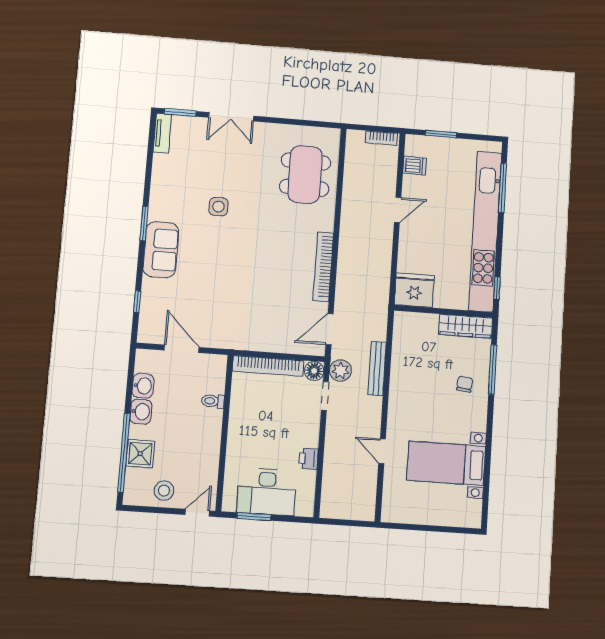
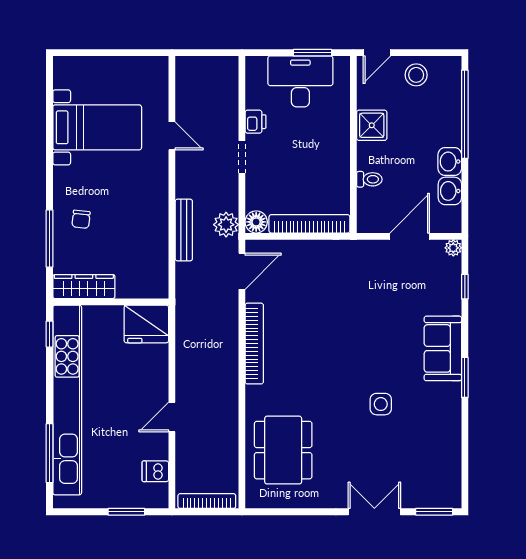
tv unit: (162, 133) -> (453, 485), removed
bookcase: (381, 138) -> (207, 501), width x1.56
plant: (144, 336) -> (453, 248), added
door: (182, 349) -> (410, 236), swing flipped
doorway: (325, 396) -> (242, 157), moved
shower: (140, 454) -> (372, 125), moved

